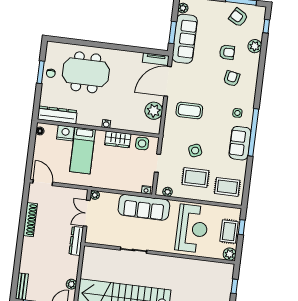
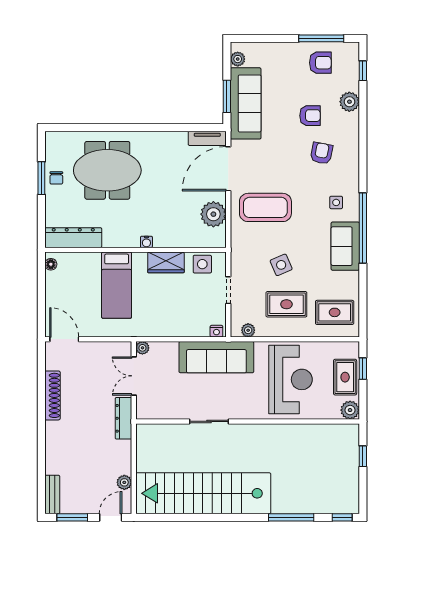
armchair: (238, 17) -> (320, 63), turned 150
coffee table: (189, 110) -> (265, 207), width x1.36, depth x1.32
nightstand: (65, 133) -> (88, 263), removed

